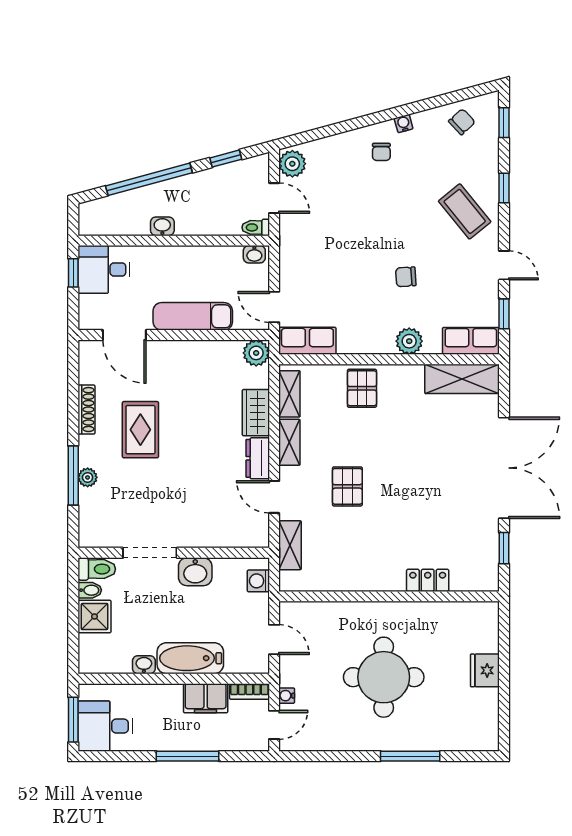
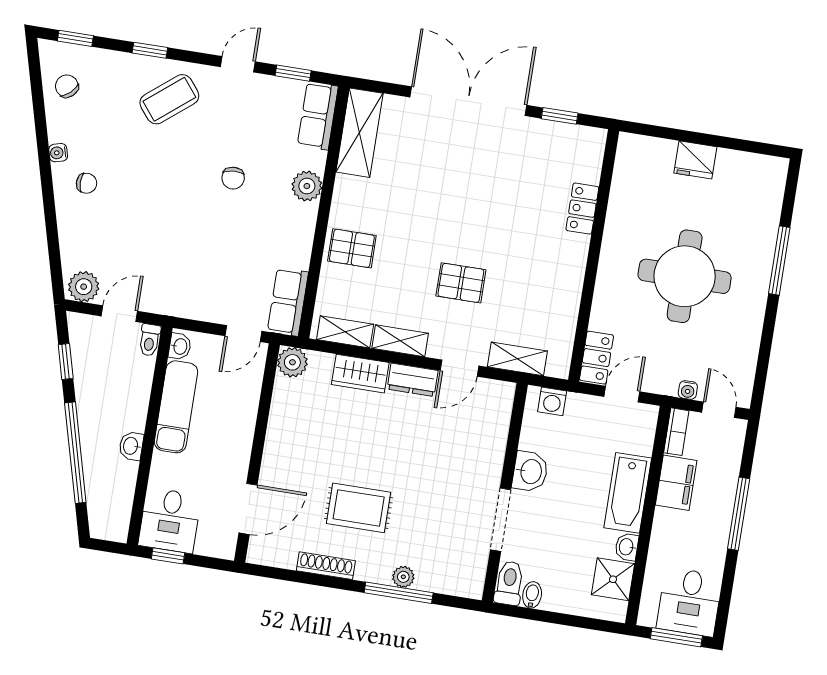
exam couch: (193, 316) -> (176, 407), moved, turned 180
locker: (302, 613) -> (596, 358), added
shower: (94, 616) -> (613, 579), moved

